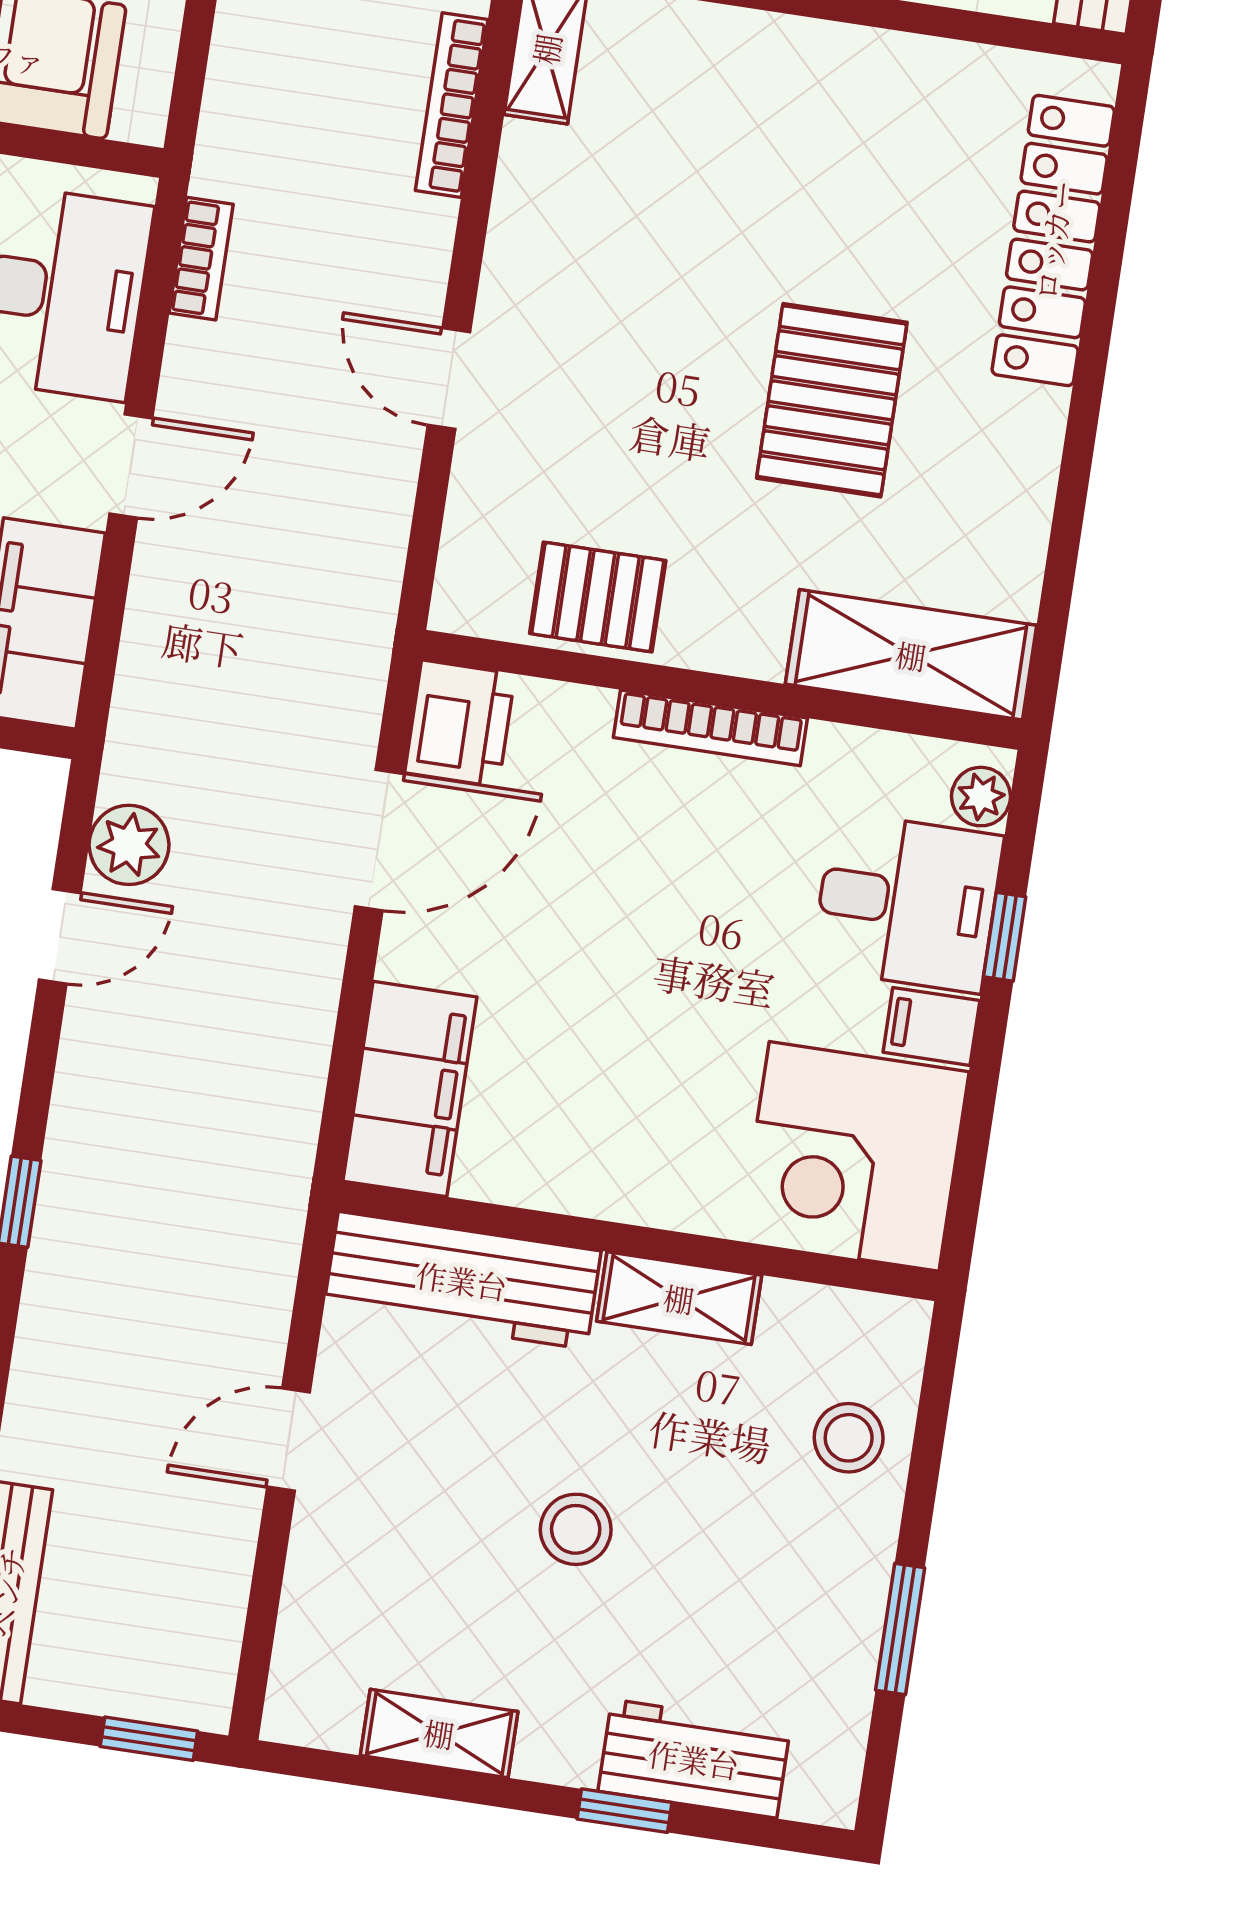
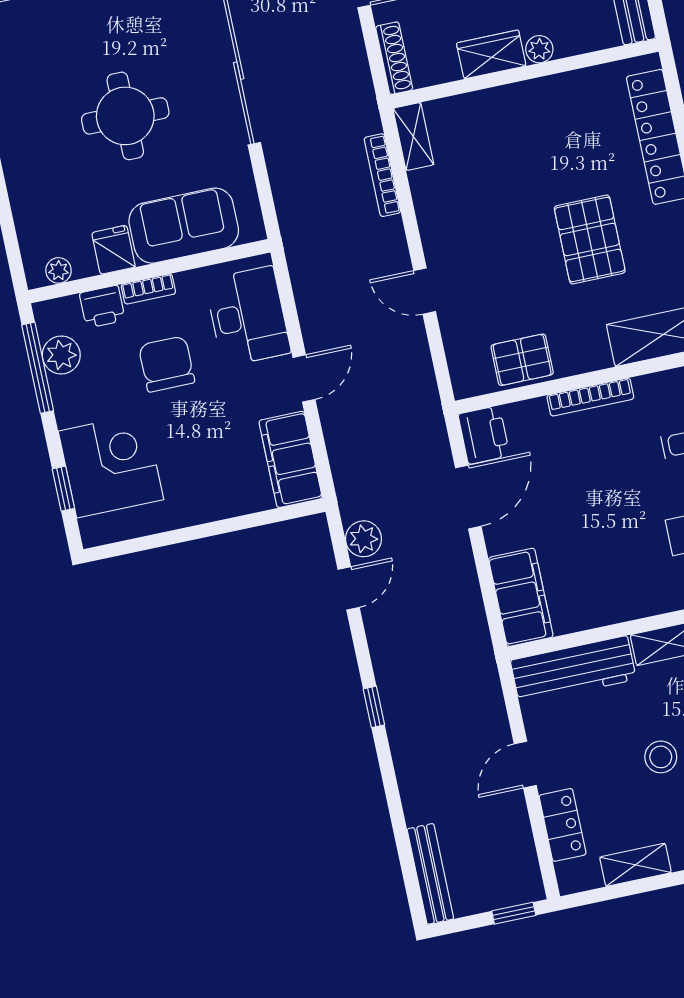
bookcase: (201, 259) -> (301, 280), removed
locker: (319, 1594) -> (563, 825), added

